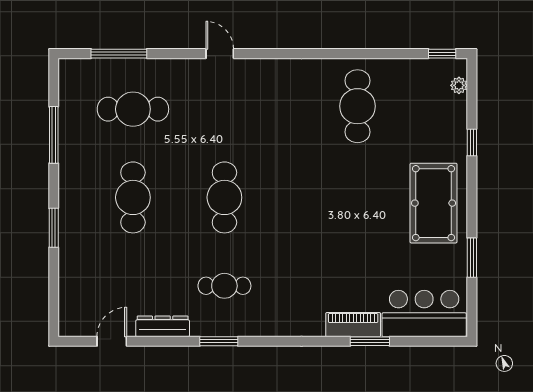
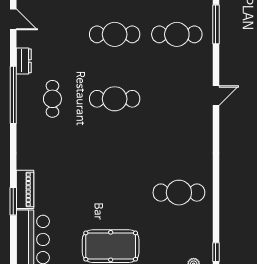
cafe table: (133, 109) -> (177, 34), turned 90
dresser: (163, 326) -> (24, 61), width x0.70
window: (219, 341) -> (13, 95), width x2.11

